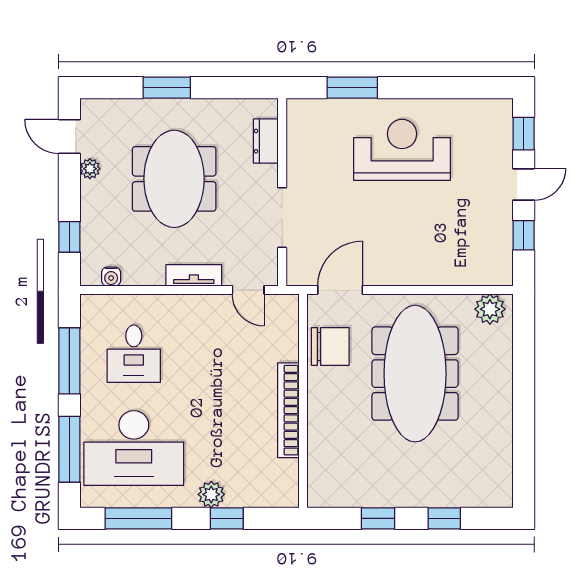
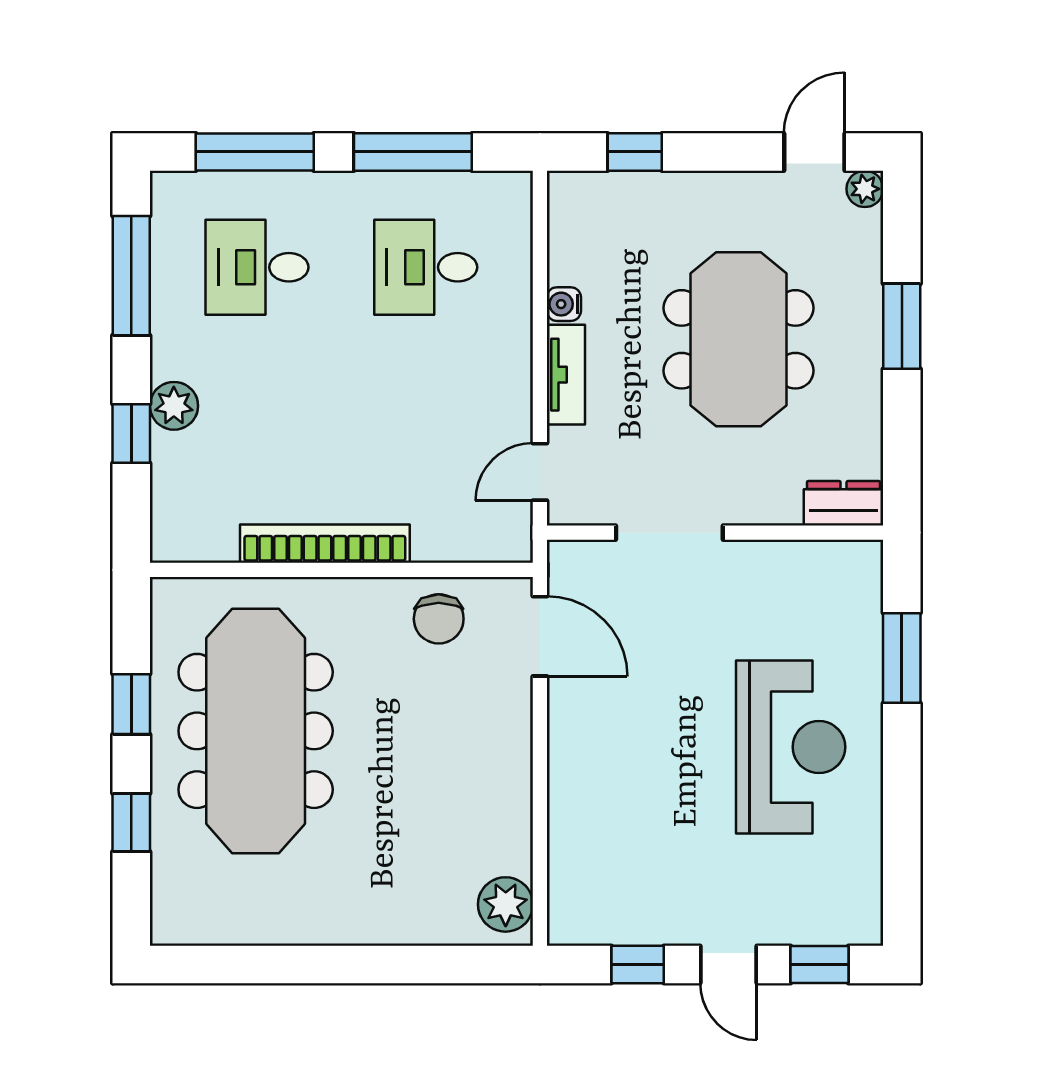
dresser: (266, 141) -> (844, 503), moved
plant: (90, 169) -> (865, 189), moved
meeting table: (174, 179) -> (739, 339), turned 90
water cooler: (111, 277) -> (564, 304), moved
chair: (330, 346) -> (439, 619), width x0.73, depth x0.73
meeting table: (415, 374) -> (256, 731), moved, turned 90
desk: (134, 448) -> (257, 267), width x0.53, depth x0.77

